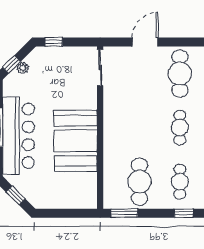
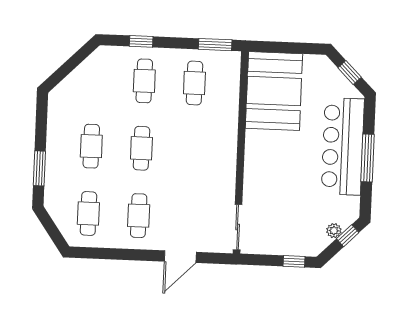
cafe table: (180, 73) -> (139, 216), width x0.73, depth x0.74
booth: (76, 141) -> (274, 91), moved
cafe table: (140, 182) -> (194, 83), width x0.73, depth x0.74

